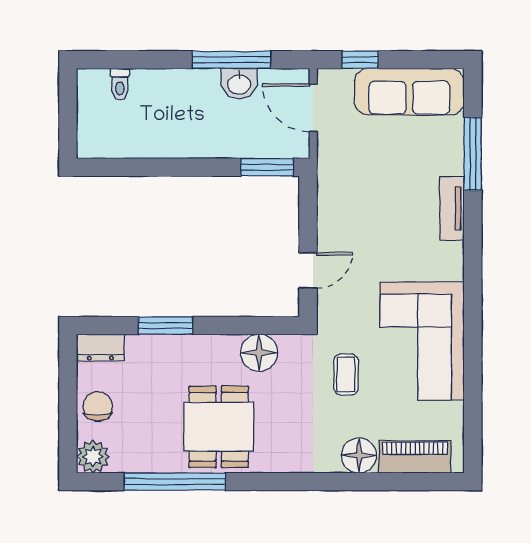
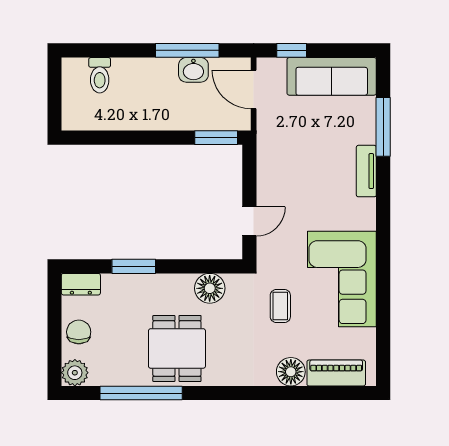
toilet: (120, 84) -> (100, 75), width x1.37, depth x1.39

